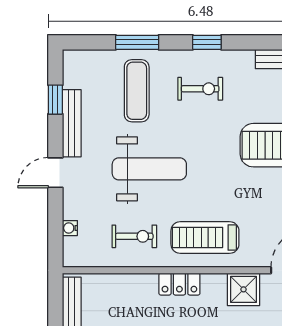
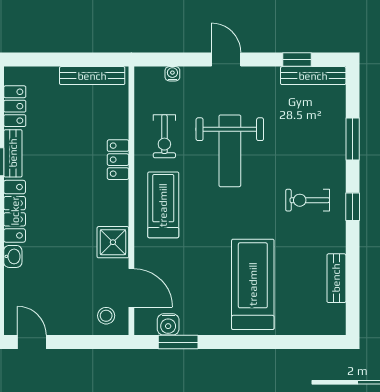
exercise bike: (200, 89) -> (308, 200), turned 90
exercise mat: (137, 91) -> (306, 139), removed
bench: (72, 123) -> (313, 76), moved
locker: (179, 284) -> (118, 160), moved

